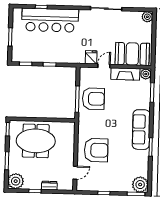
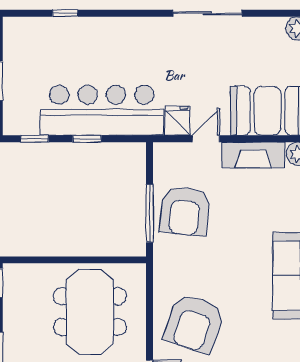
bar counter: (50, 20) -> (102, 110), moved, turned 180
armchair: (93, 99) -> (185, 211), turned 96
meeting table: (36, 141) -> (90, 312), moved, turned 90
armchair: (96, 150) -> (194, 324), turned 109

